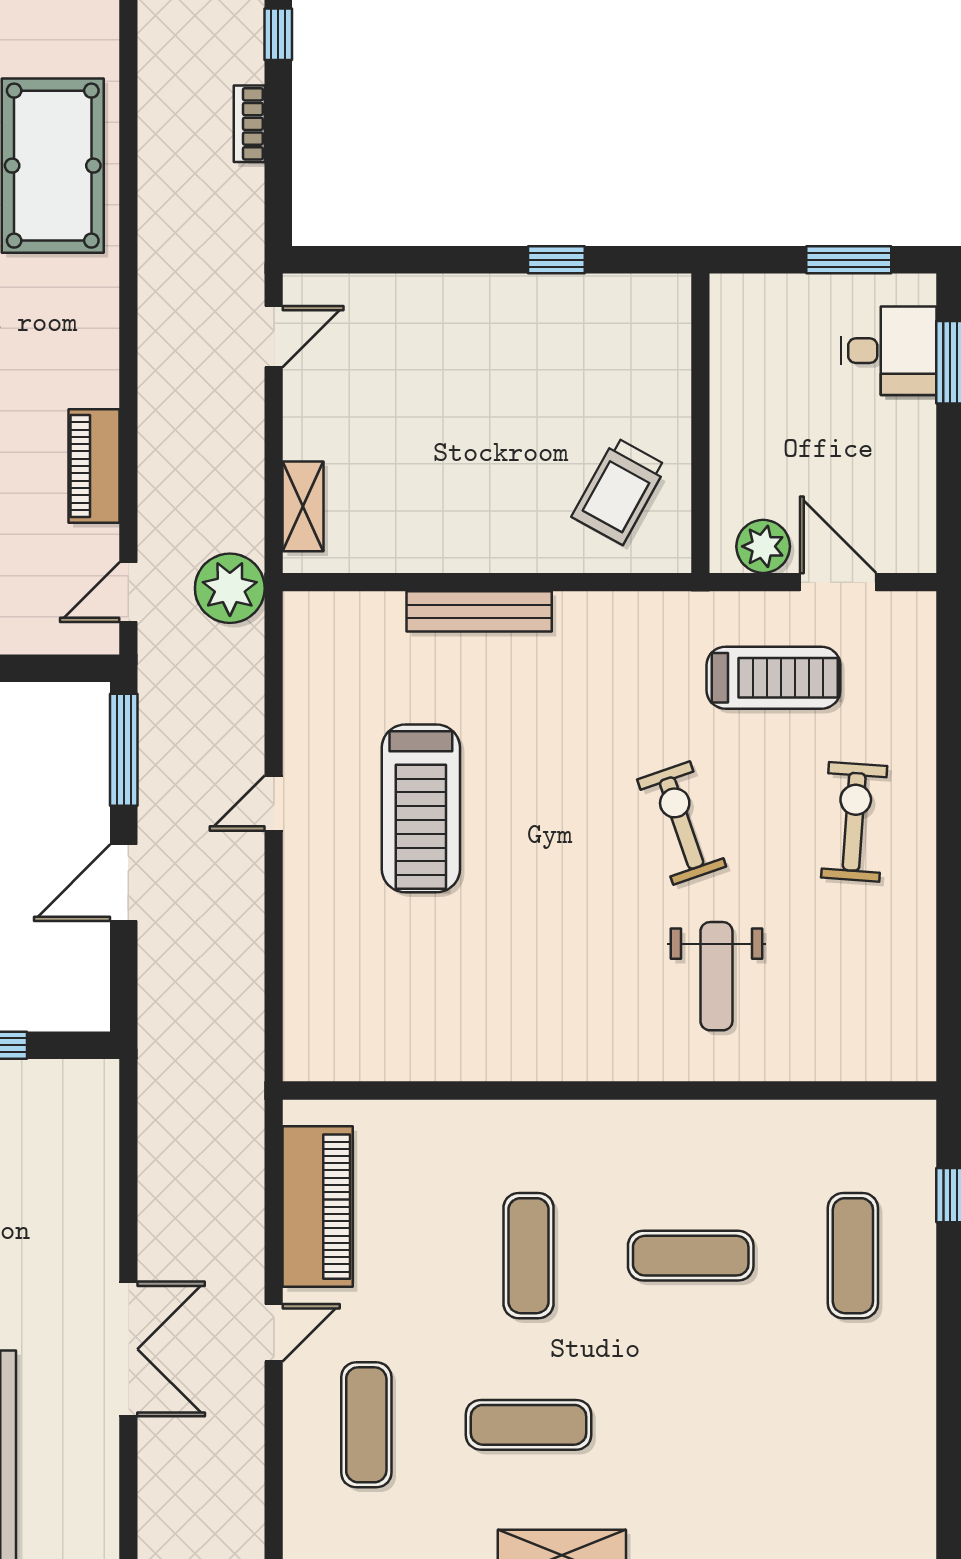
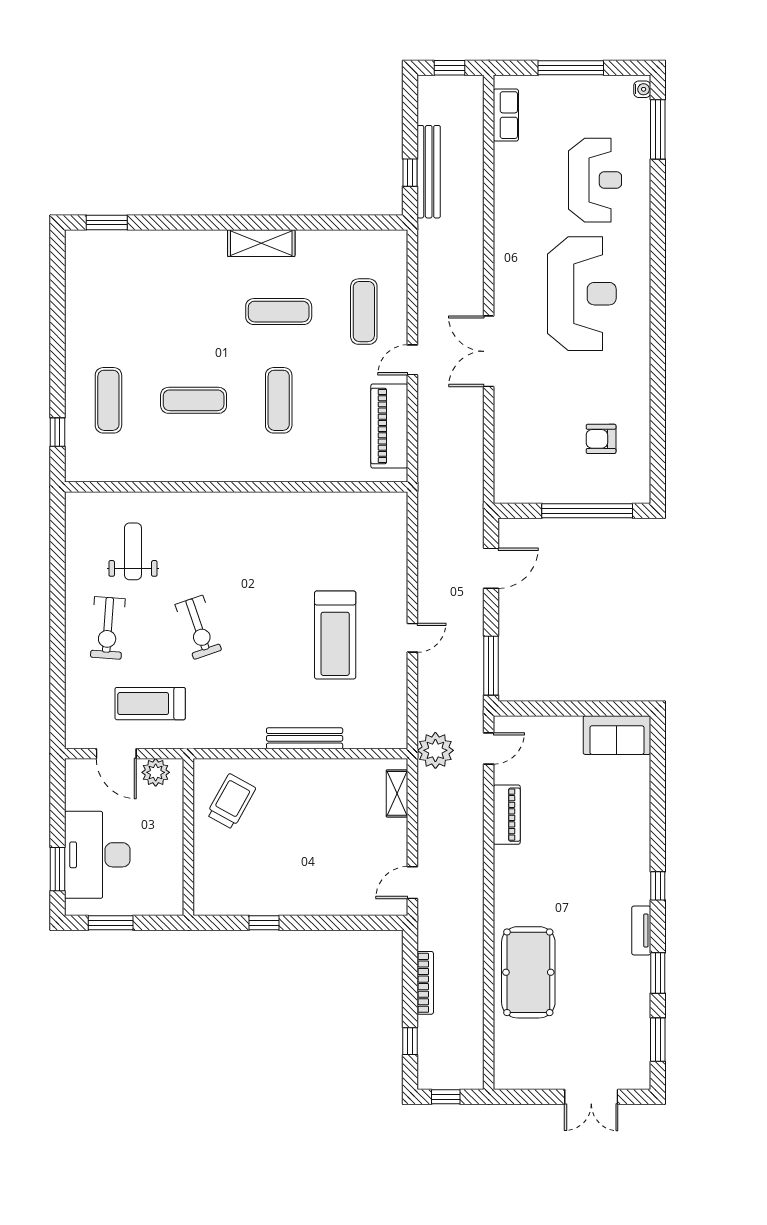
bookcase: (249, 124) -> (425, 983), width x1.56
desk: (889, 351) -> (97, 855), width x1.87, depth x1.30
treadmill: (421, 808) -> (335, 635), turned 180
door: (124, 883) -> (491, 568), moved
weight bench: (716, 976) -> (133, 551), moved

